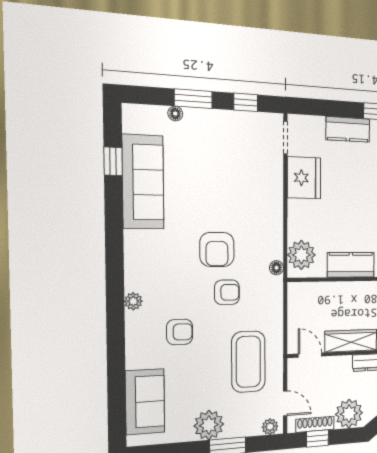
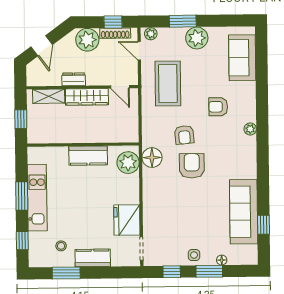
side table: (215, 124) -> (194, 255), added
floor lamp: (276, 268) -> (152, 158), width x1.89, depth x1.89
armchair: (227, 292) -> (184, 135), turned -95

